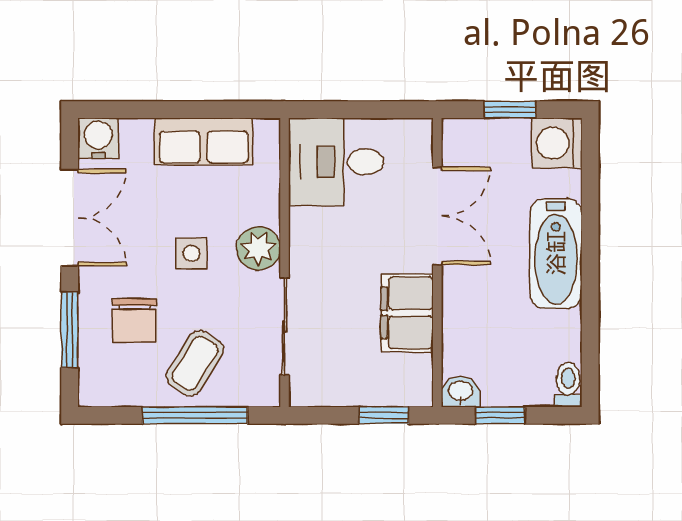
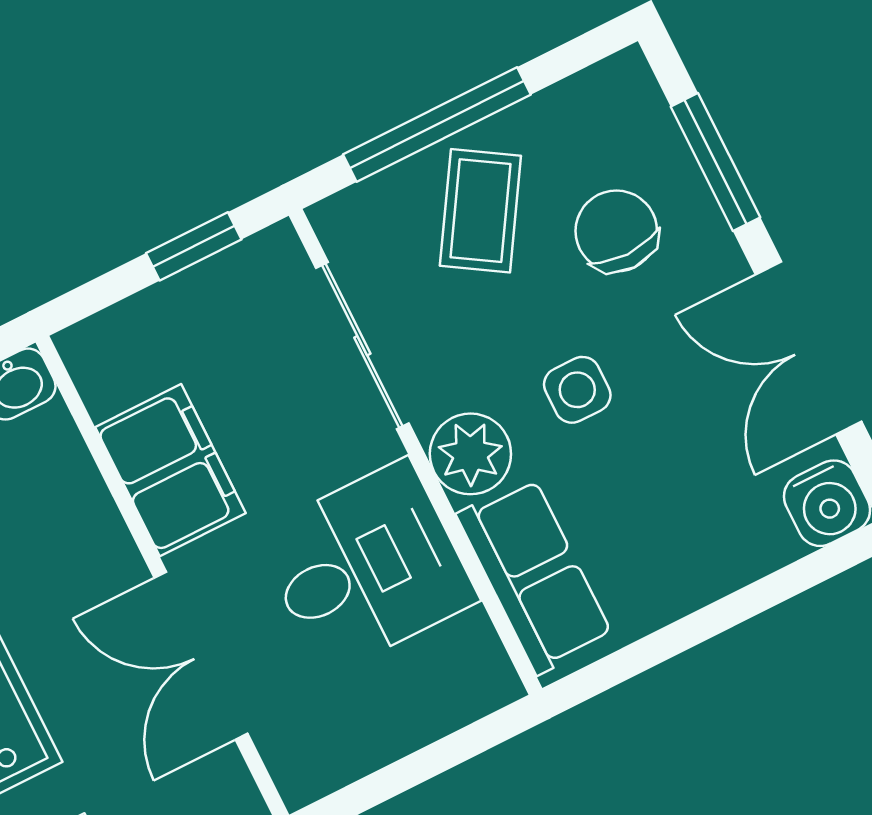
row of seats: (204, 141) -> (535, 576), moved, turned 90
desk: (336, 162) -> (366, 567), moved
window: (384, 415) -> (194, 246), moved

